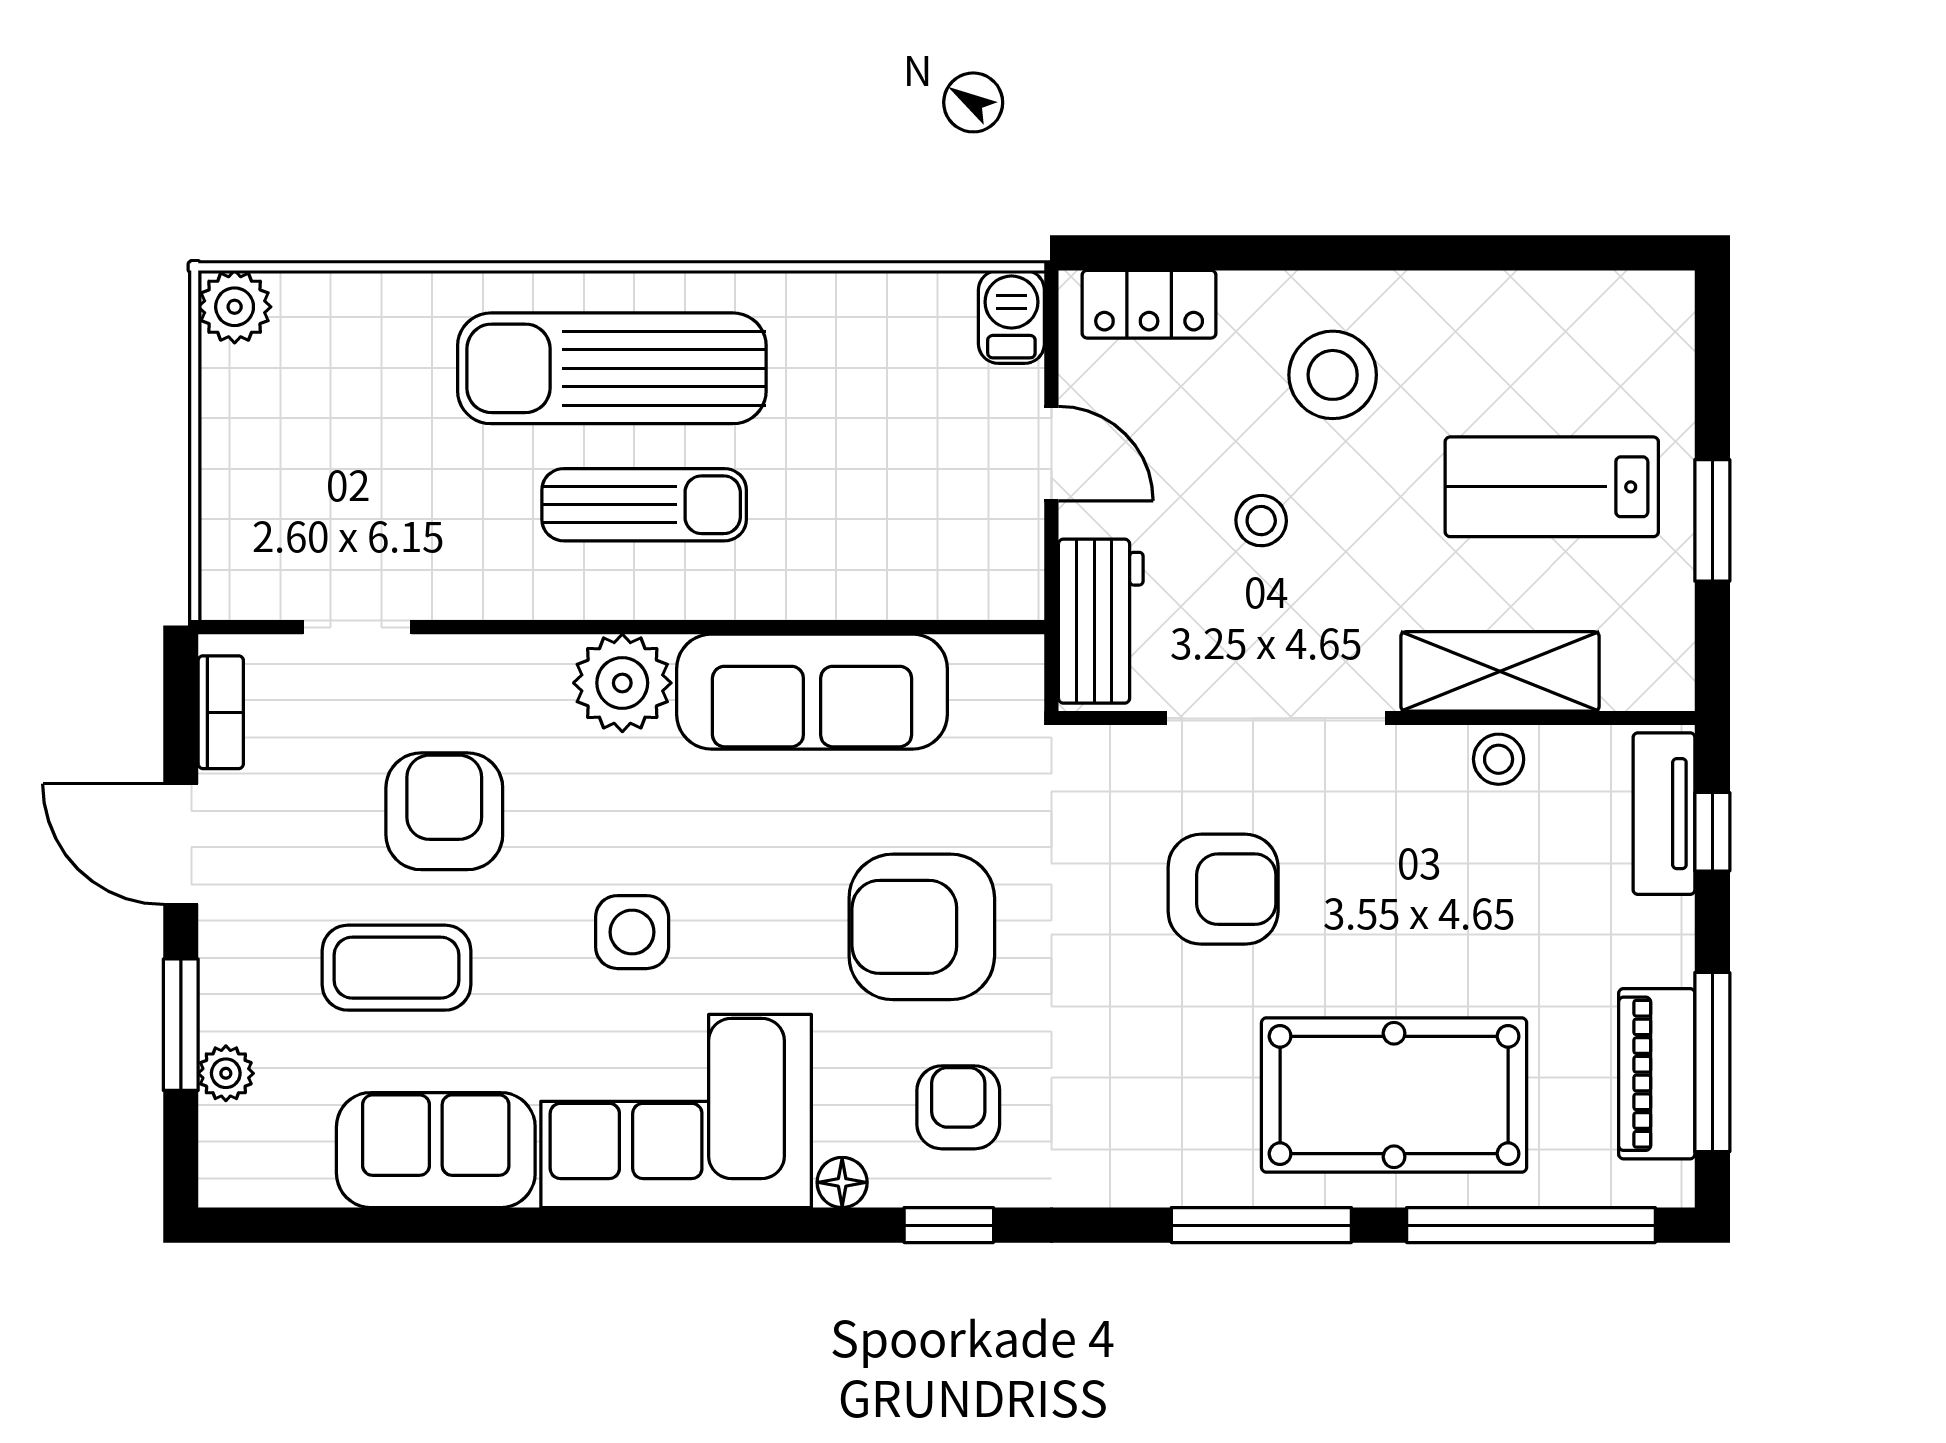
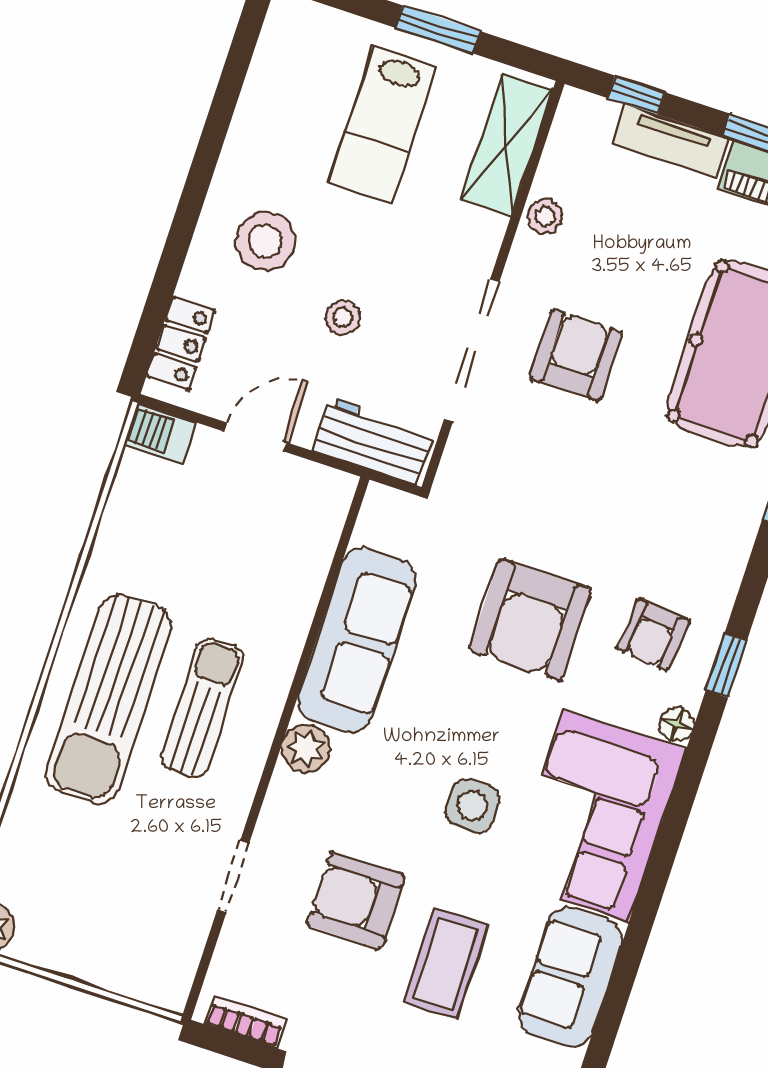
doorway: (357, 627) -> (233, 876), moved
shelving: (1500, 671) -> (507, 144), moved
plant: (622, 683) -> (306, 748), width x0.73, depth x0.73
tv unit: (1664, 814) -> (671, 141), moved
armchair: (1223, 889) -> (576, 355), moved
armchair: (958, 1107) -> (653, 635), turned -84

